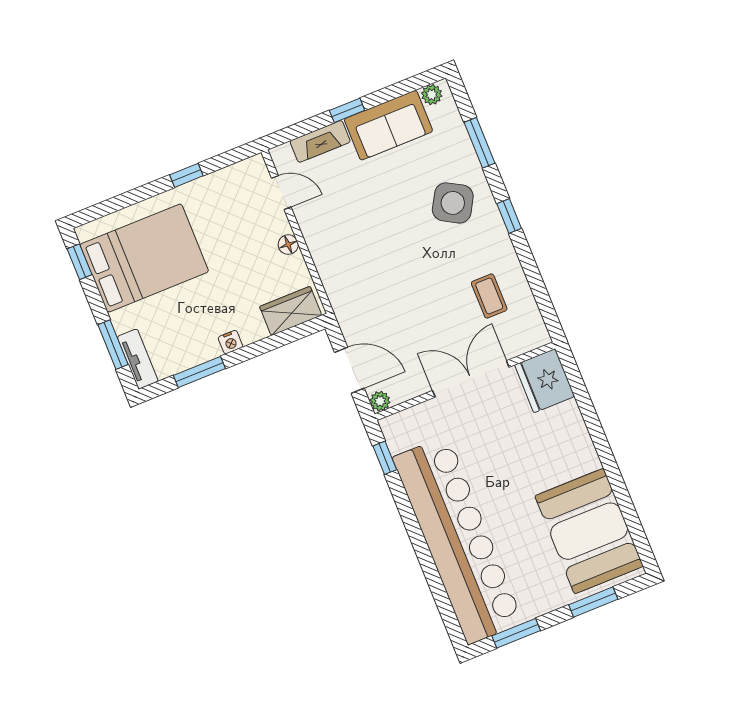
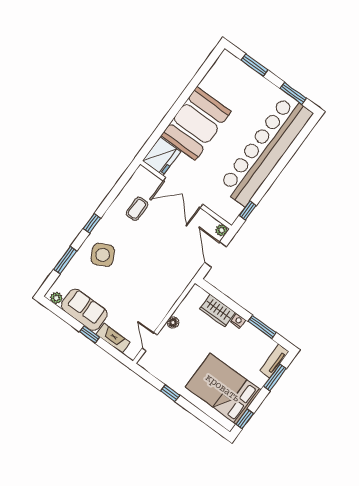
side table: (453, 203) -> (103, 255), turned 33
wardrobe: (291, 311) -> (218, 311), moved
booth: (589, 531) -> (196, 124), moved

